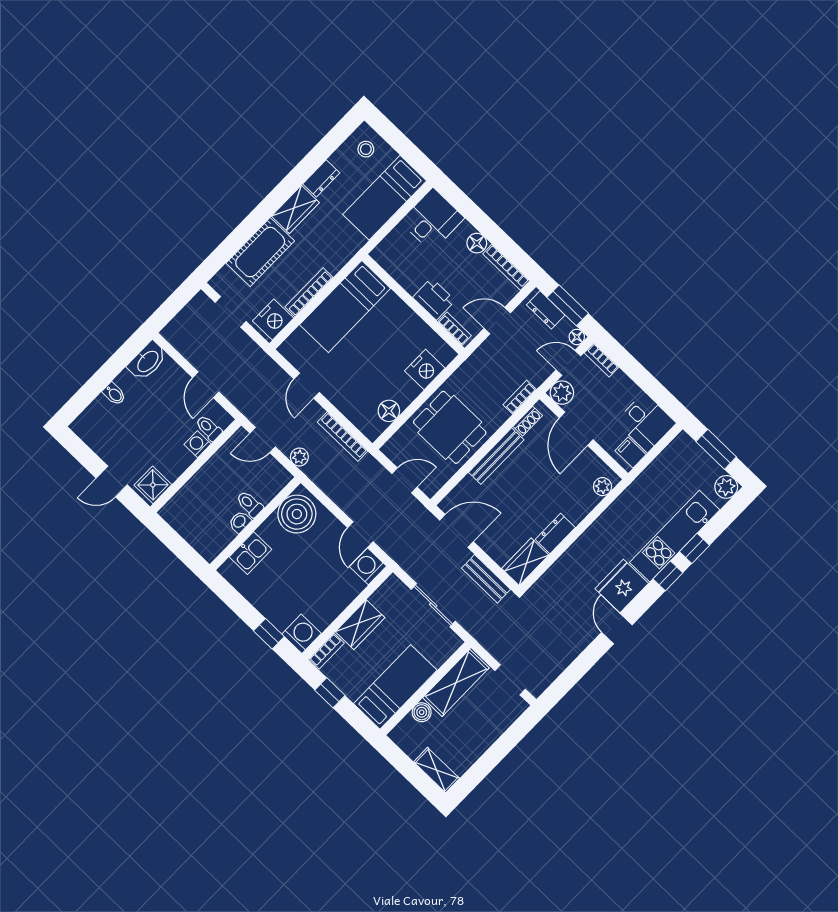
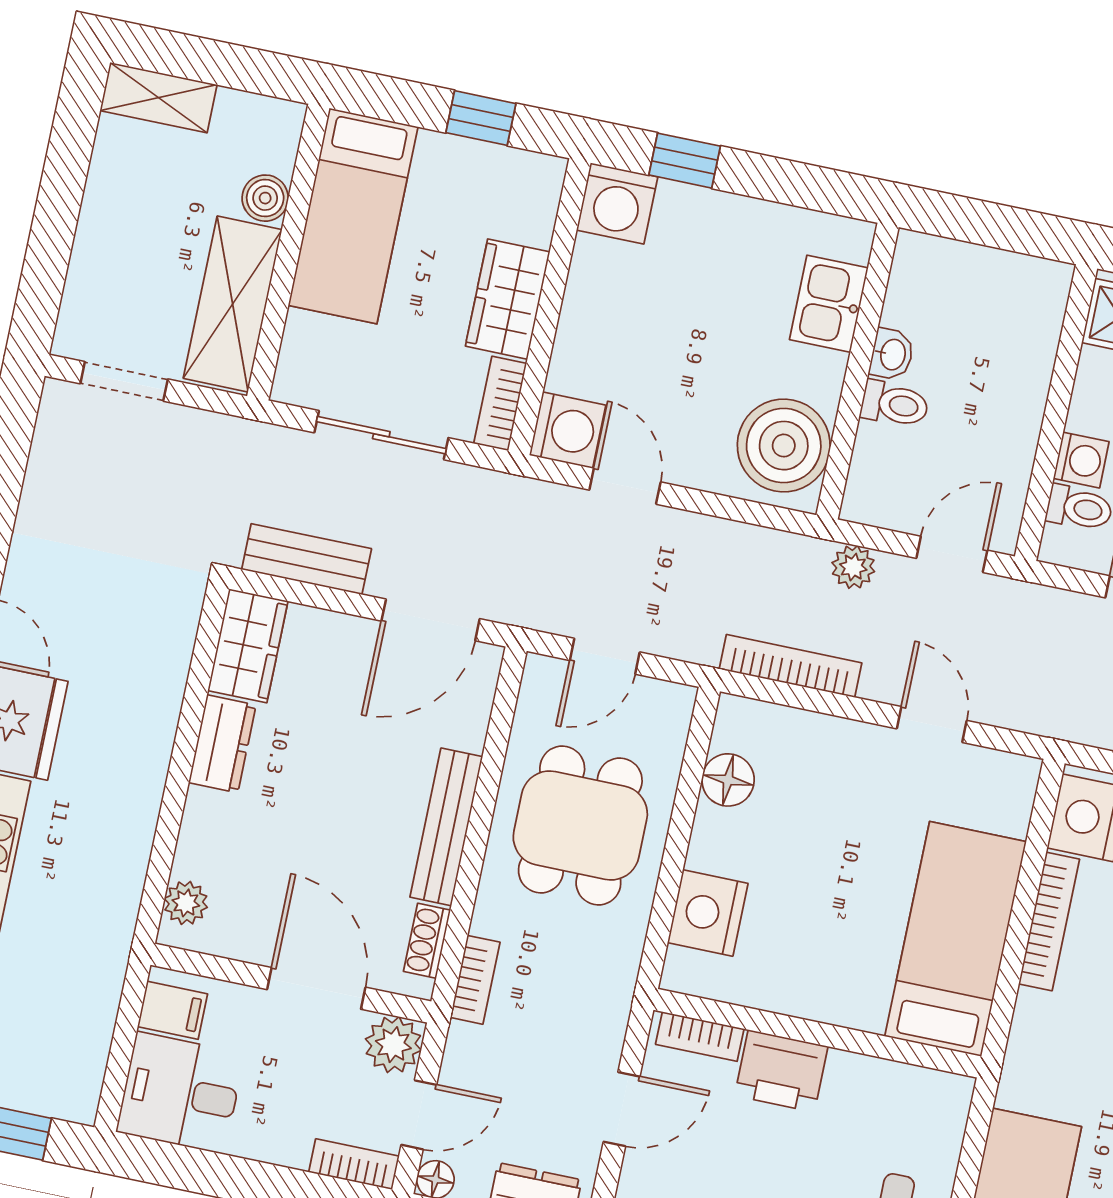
dining table: (450, 427) -> (580, 825), turned 90
bookcase: (327, 651) -> (500, 403), moved

